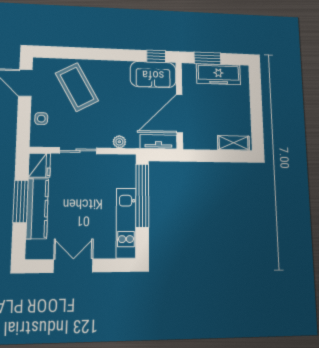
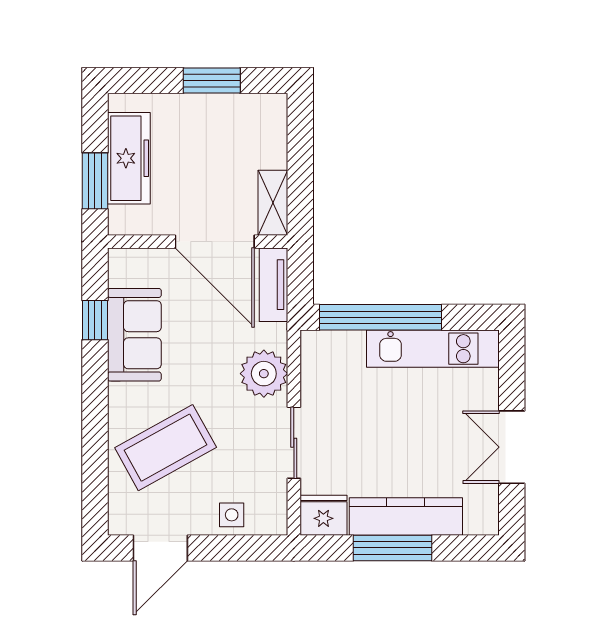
window: (156, 56) -> (95, 320), moved
sofa: (153, 75) -> (134, 335), moved
window: (256, 114) -> (212, 81), added
plant: (119, 142) -> (264, 374), width x1.87, depth x1.87
shelving: (233, 143) -> (273, 203), moved

